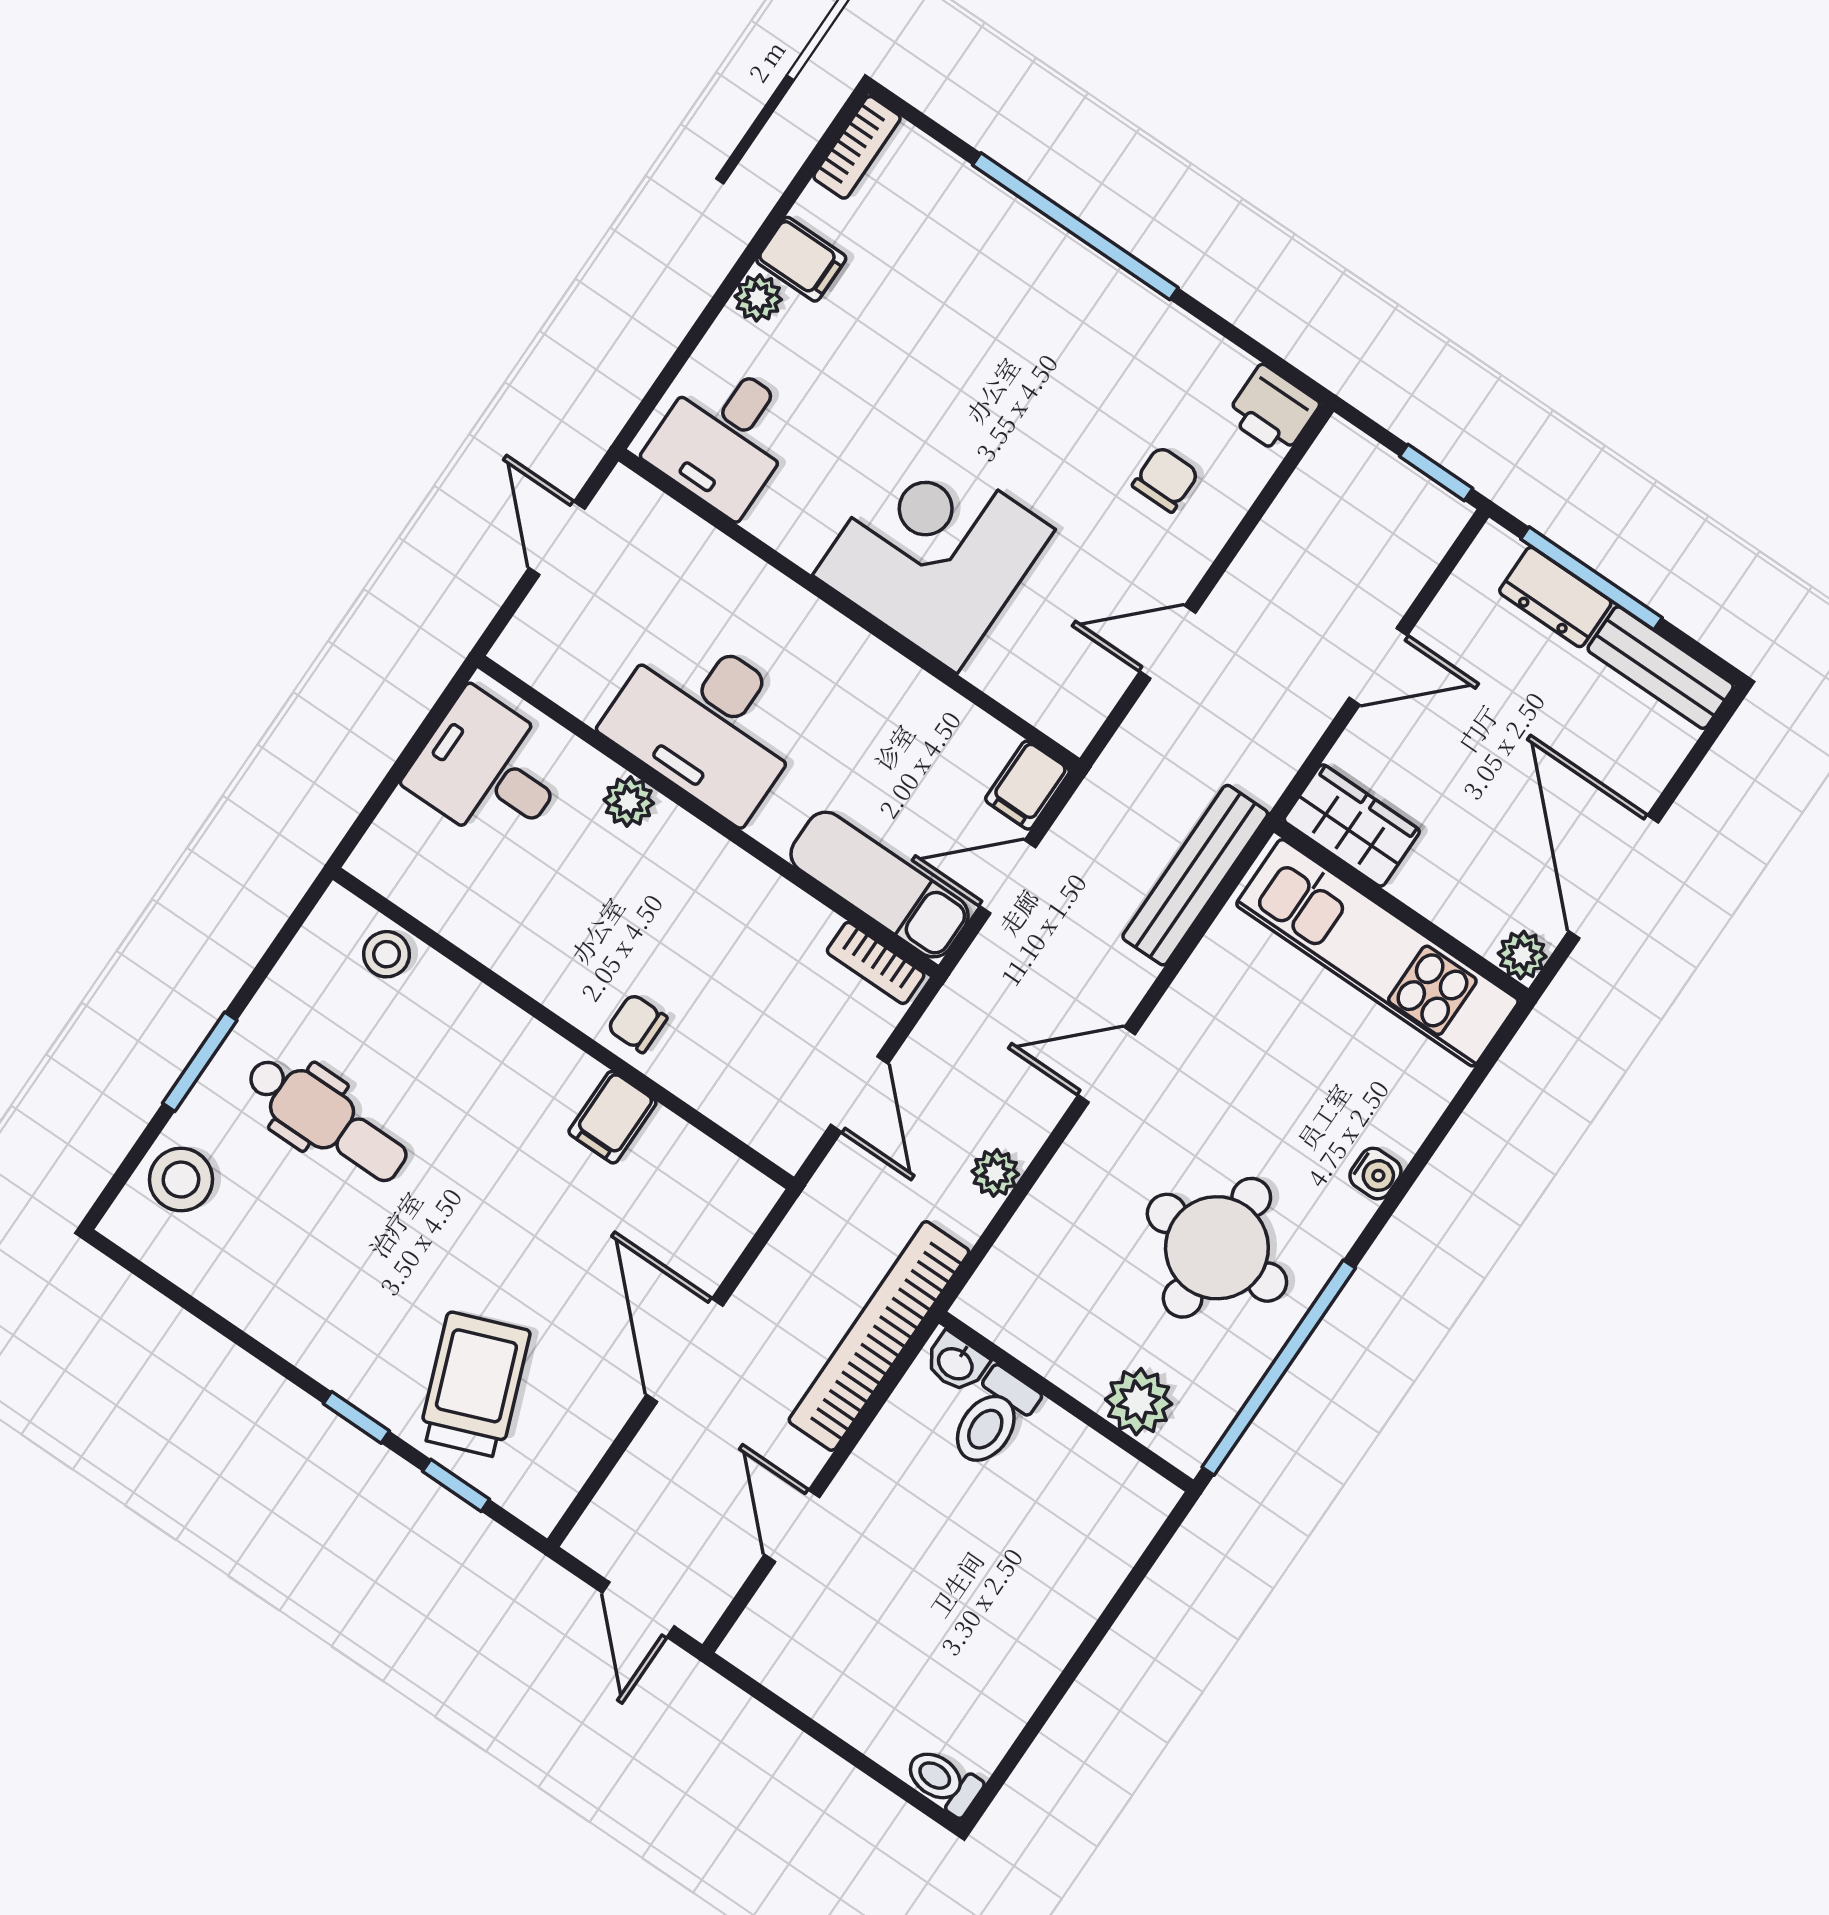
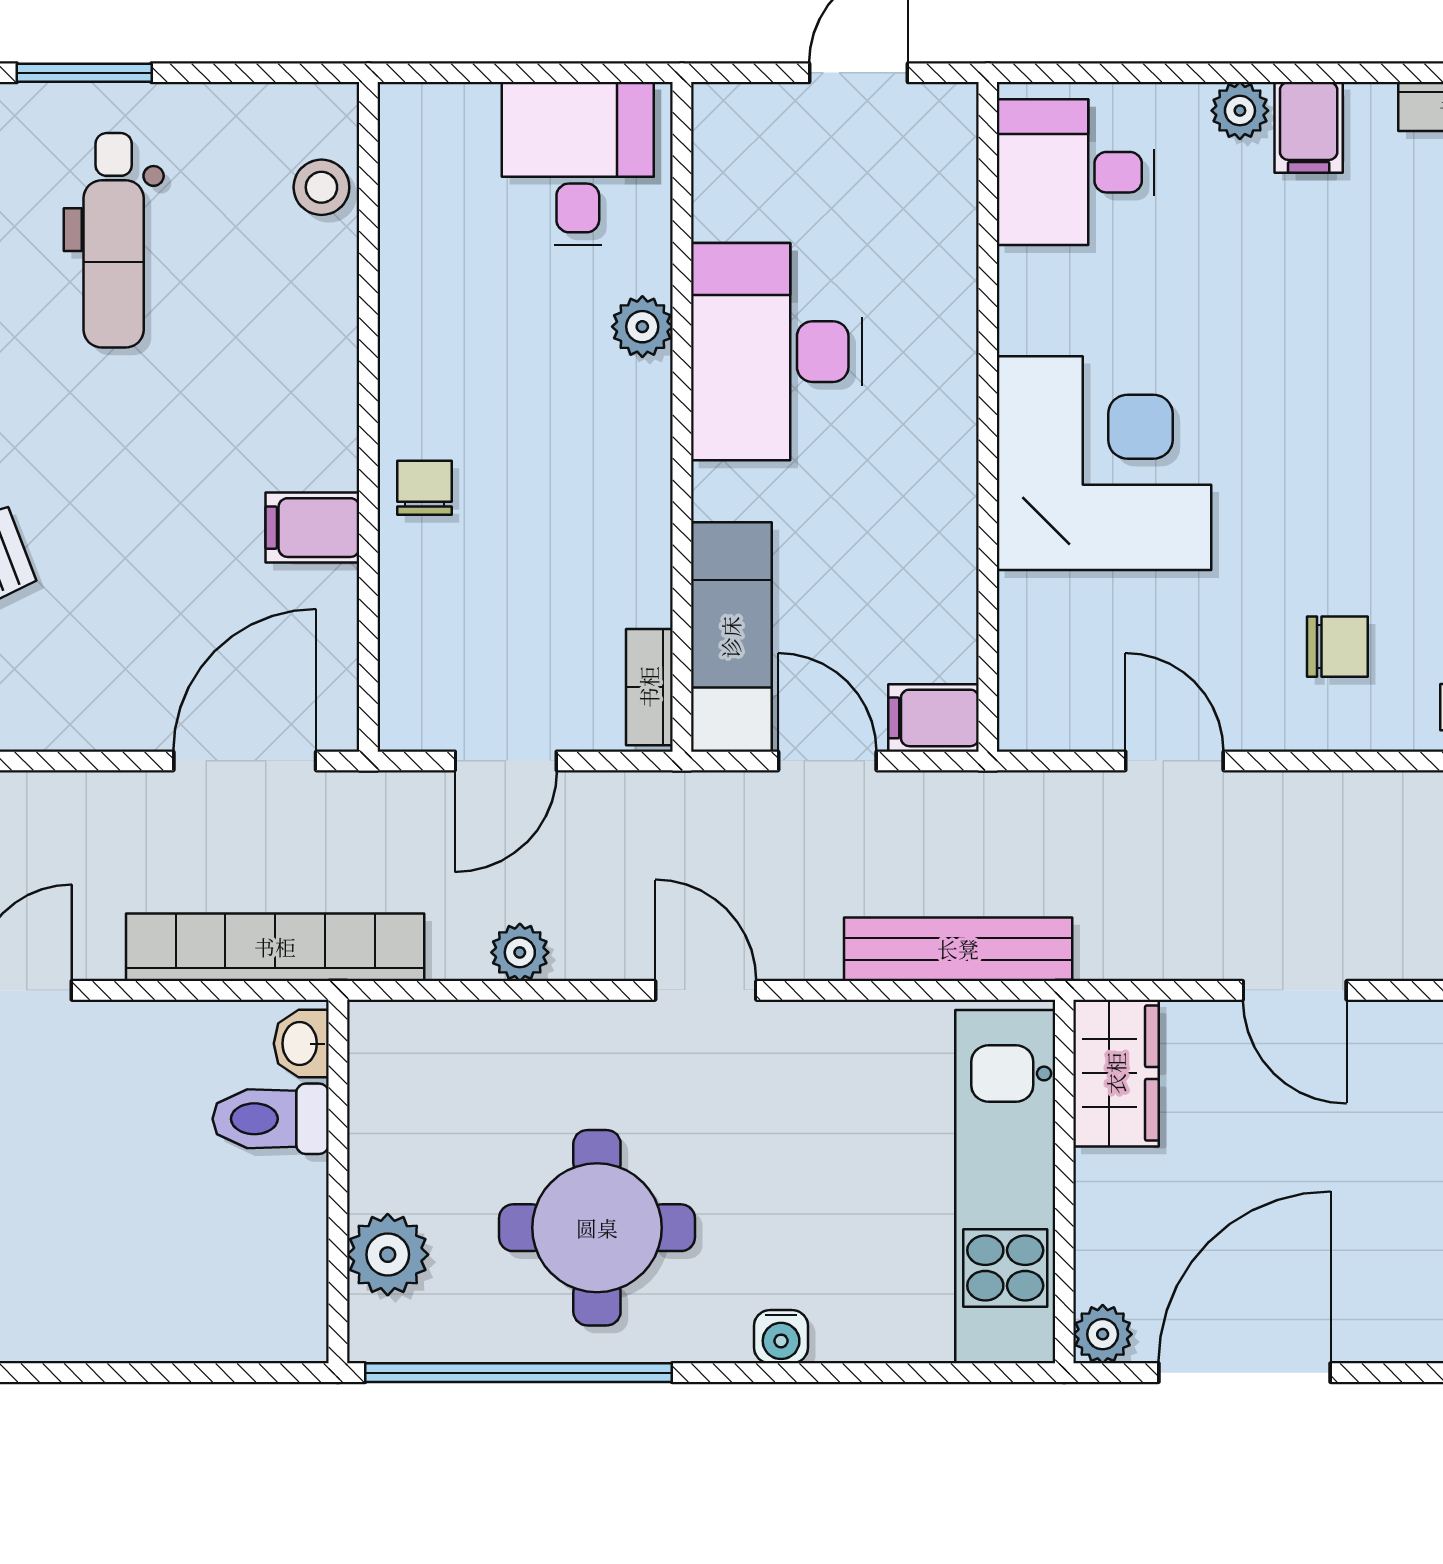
door: (685, 1350) -> (245, 761), moved

